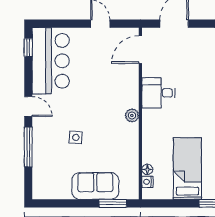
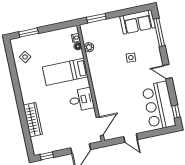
plant: (132, 115) -> (89, 47), moved
window: (28, 147) -> (159, 32), moved
bed: (187, 169) -> (65, 72), moved, turned 90
sofa: (95, 186) -> (138, 22), moved

